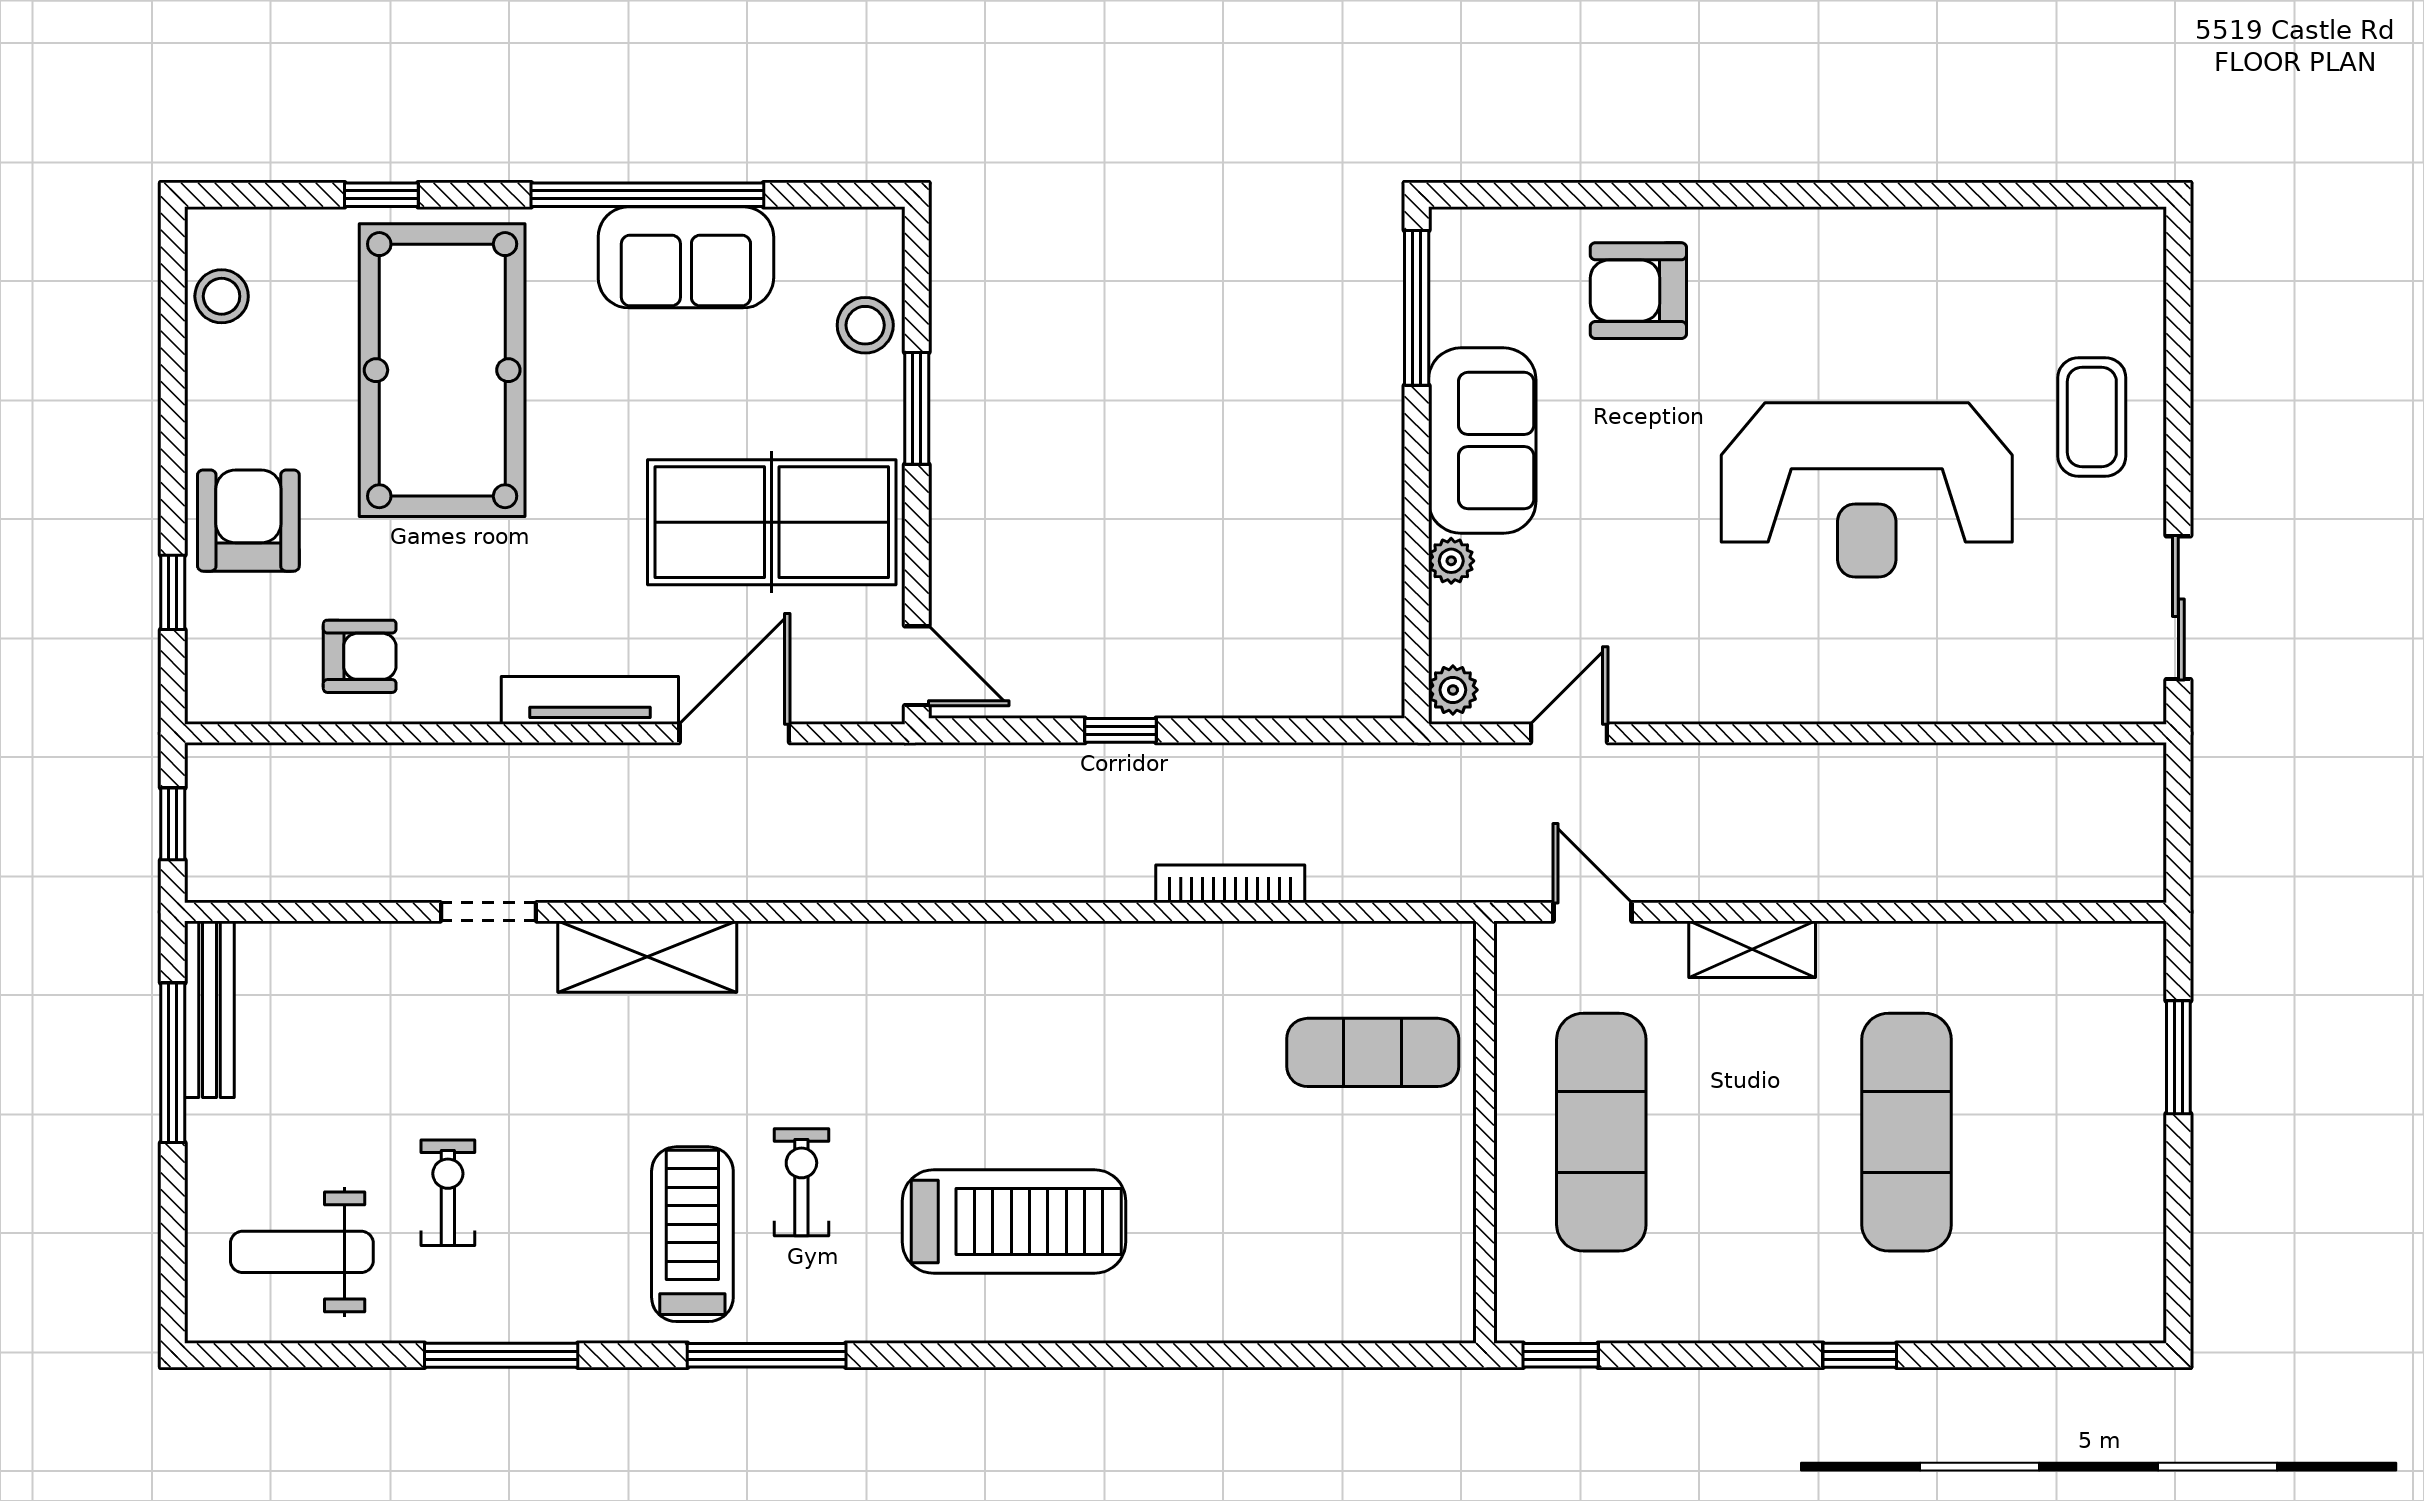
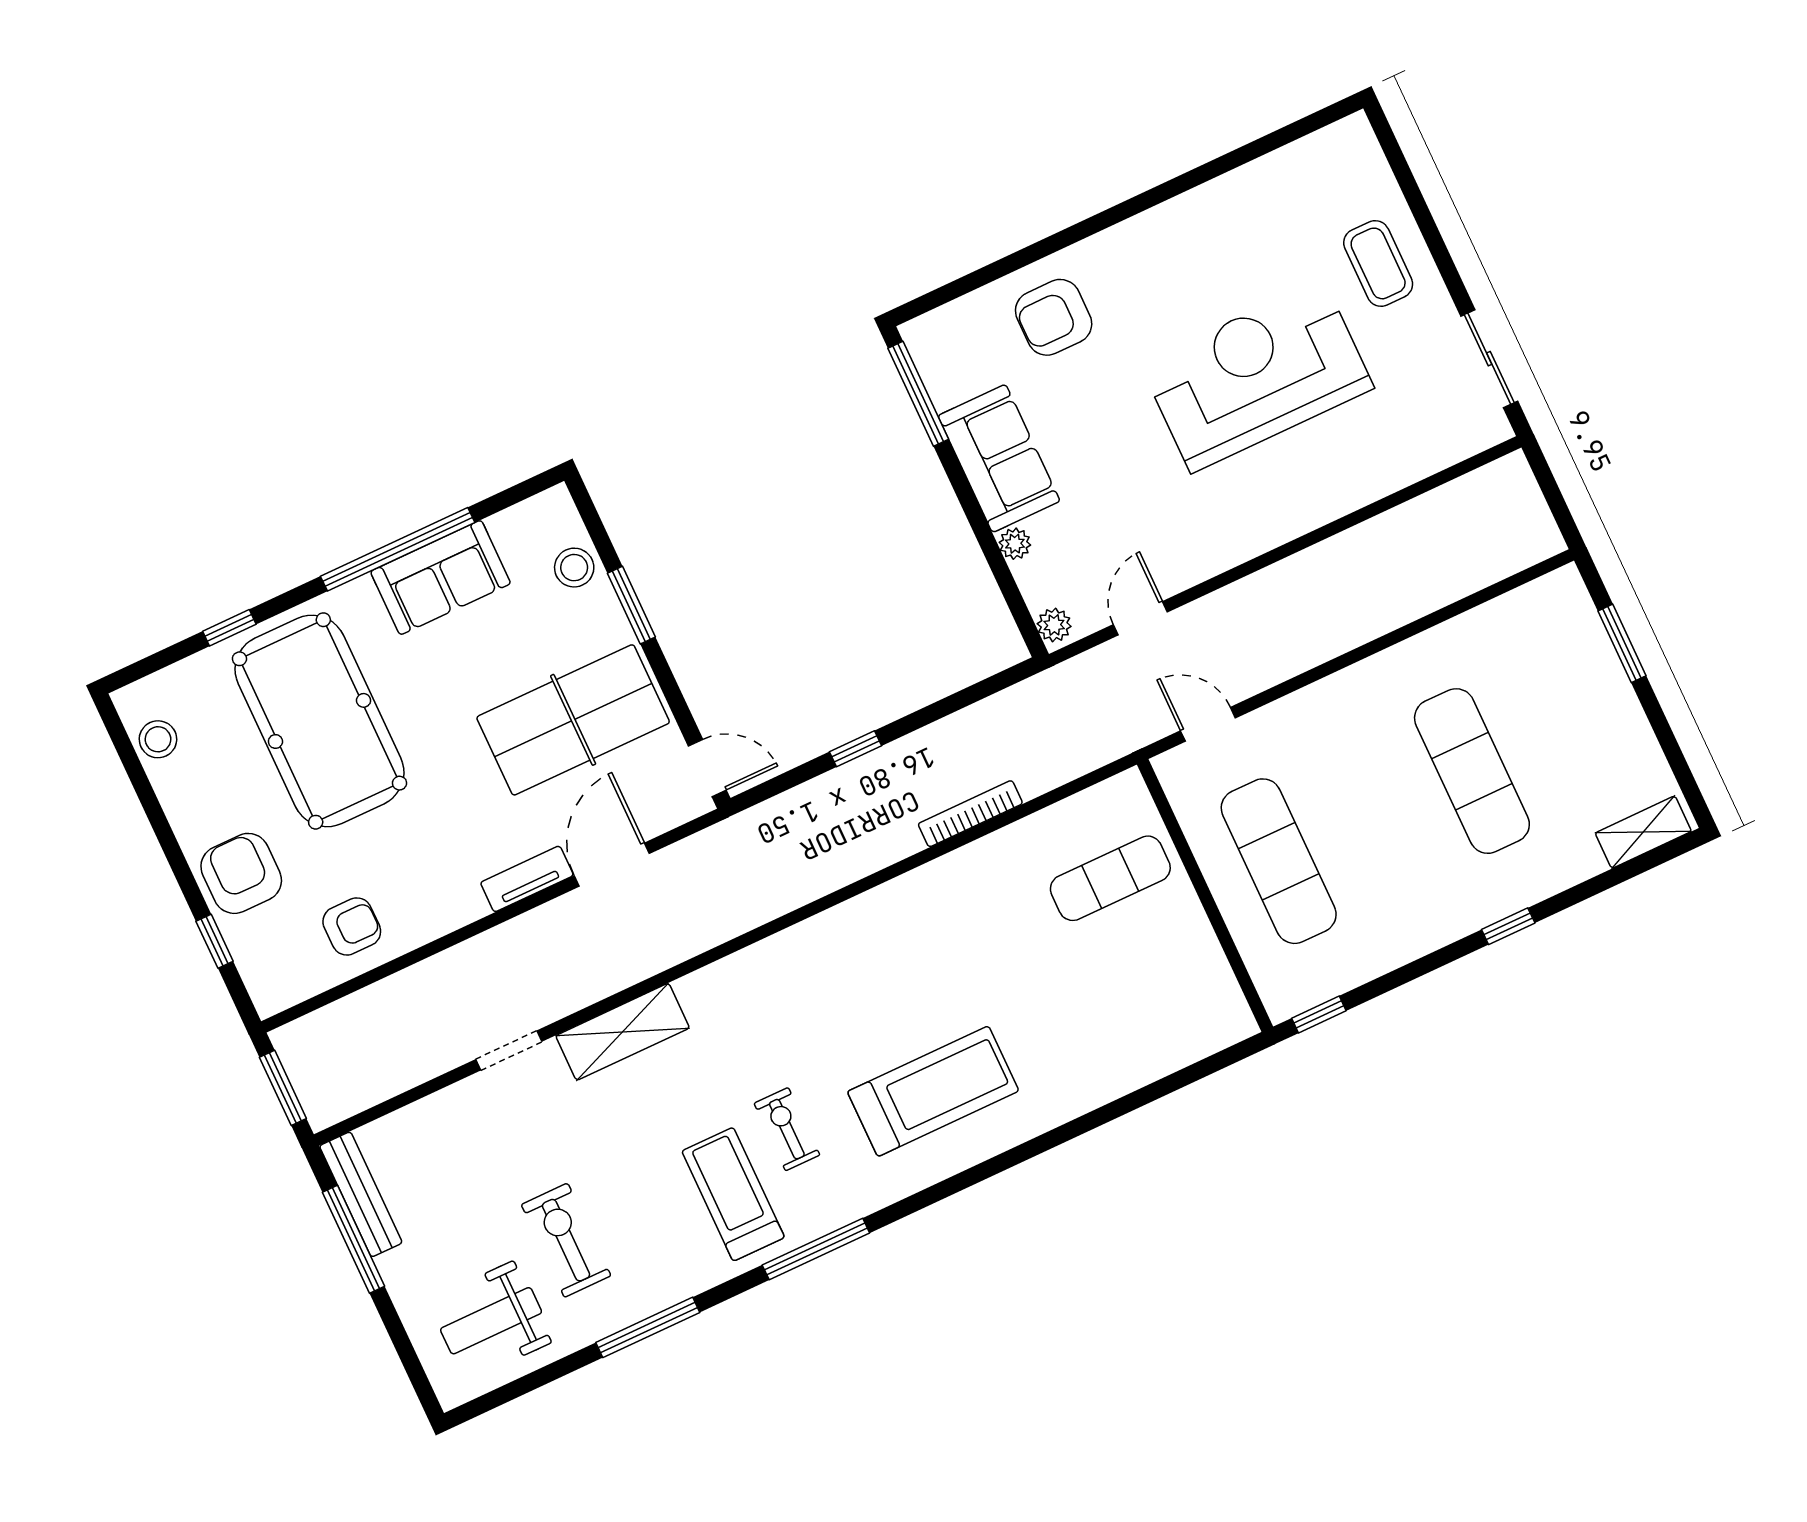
reception desk: (1867, 490) -> (1257, 376), turned 180
tv unit: (590, 700) -> (527, 879), width x0.71
window: (173, 824) -> (283, 1088), width x1.50
shelving: (1752, 949) -> (1643, 832), moved
exercise bike: (448, 1193) -> (566, 1240), width x1.38, depth x1.39

